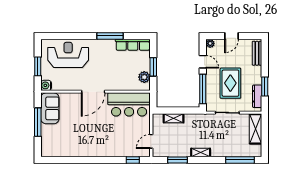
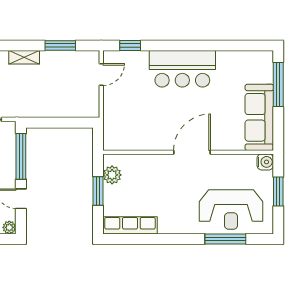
window: (110, 36) -> (225, 239), moved
bar counter: (129, 104) -> (182, 69), moved, turned 180
sofa: (50, 108) -> (259, 117), width x1.36
shelving: (173, 118) -> (67, 111), removed
window: (38, 122) -> (278, 85), moved

